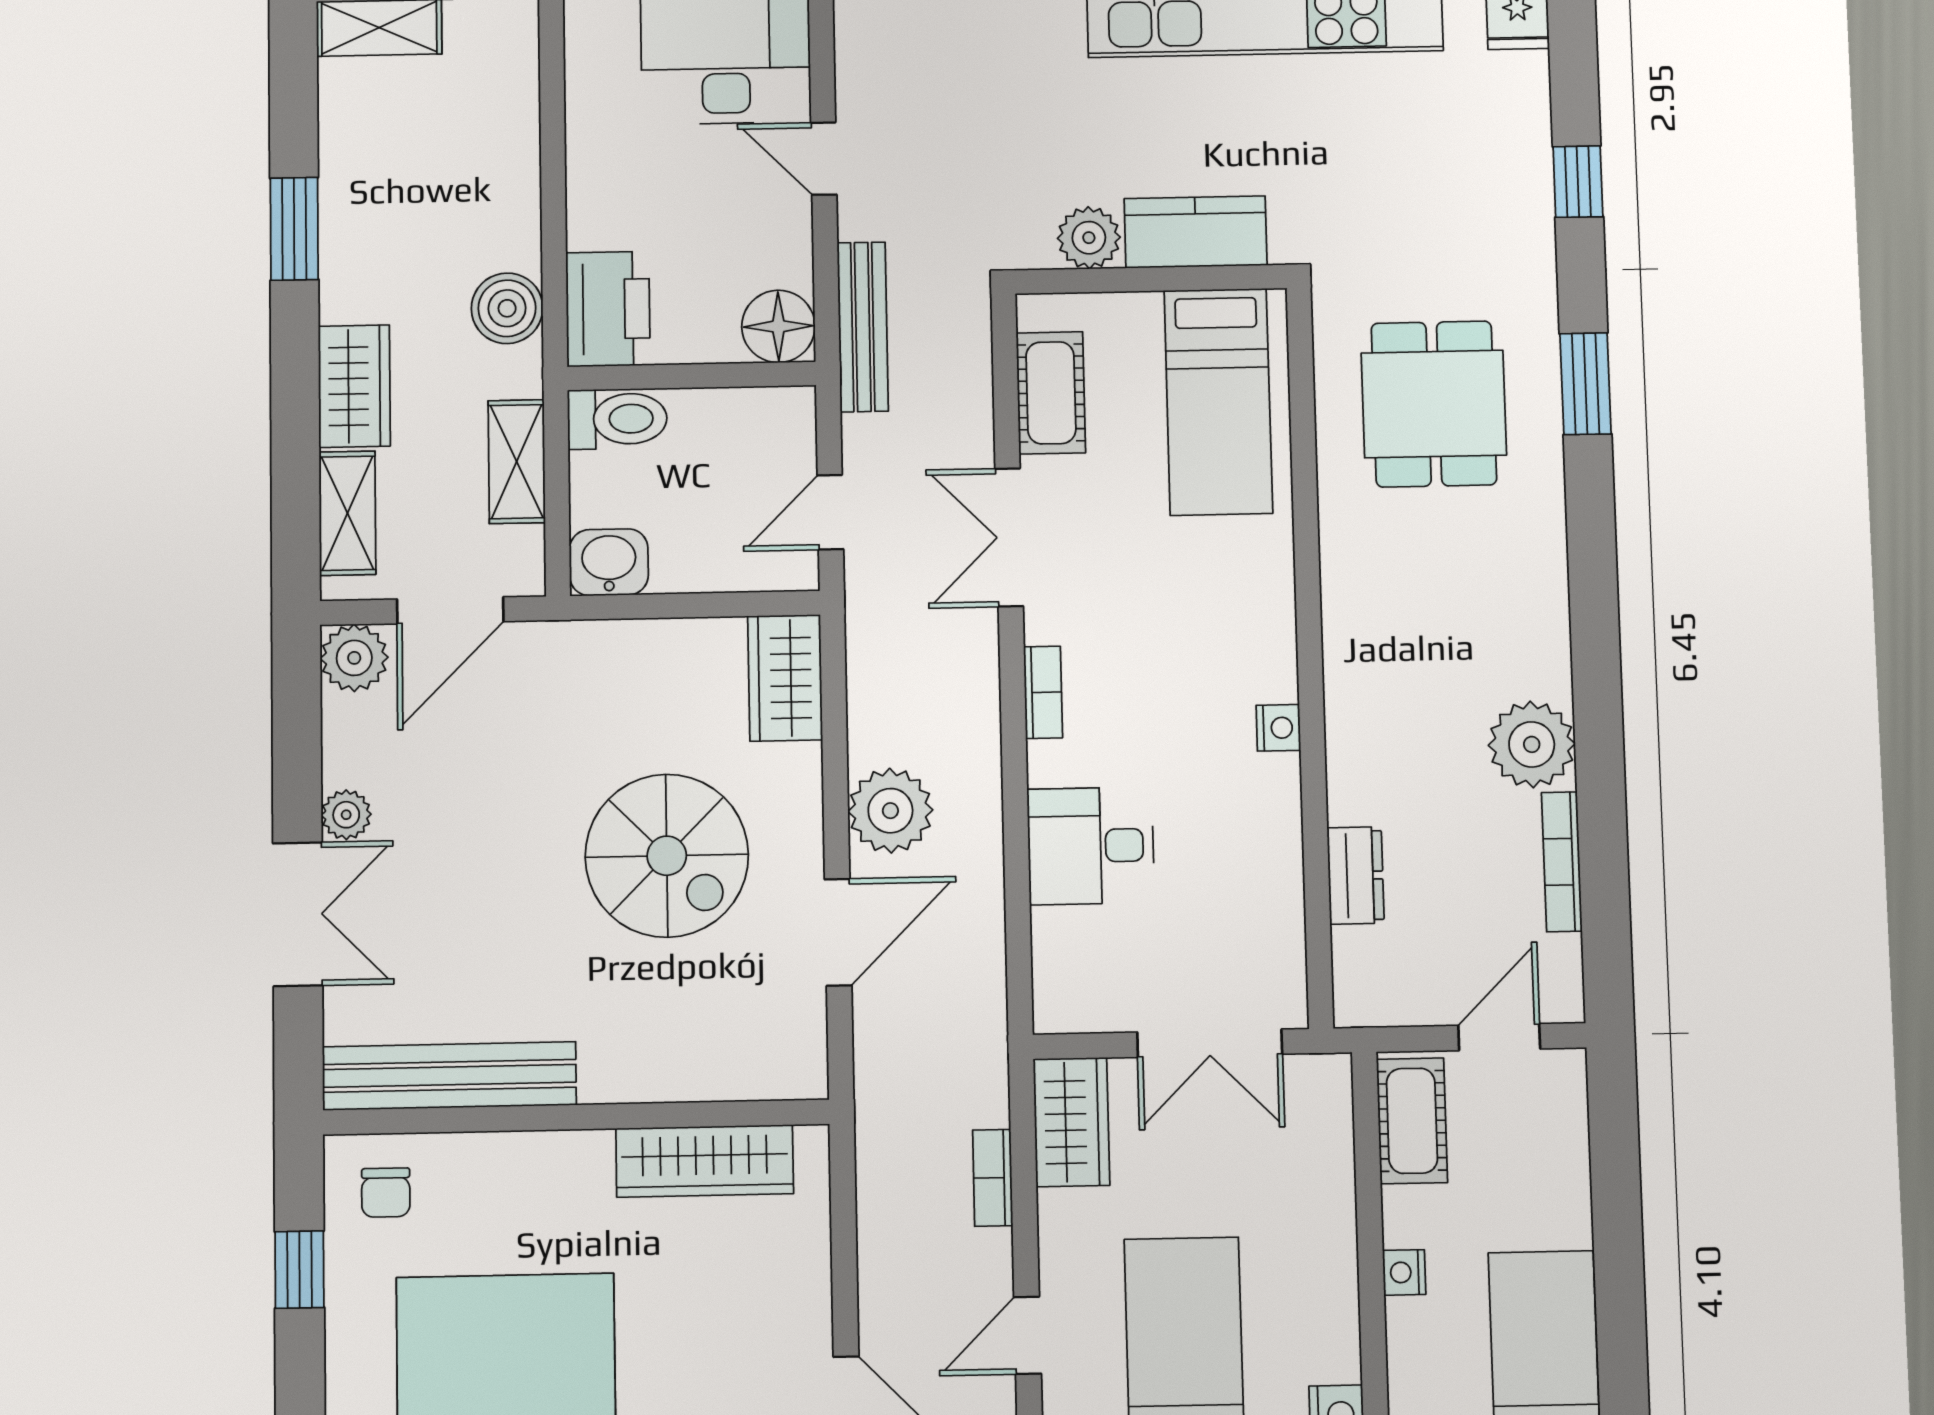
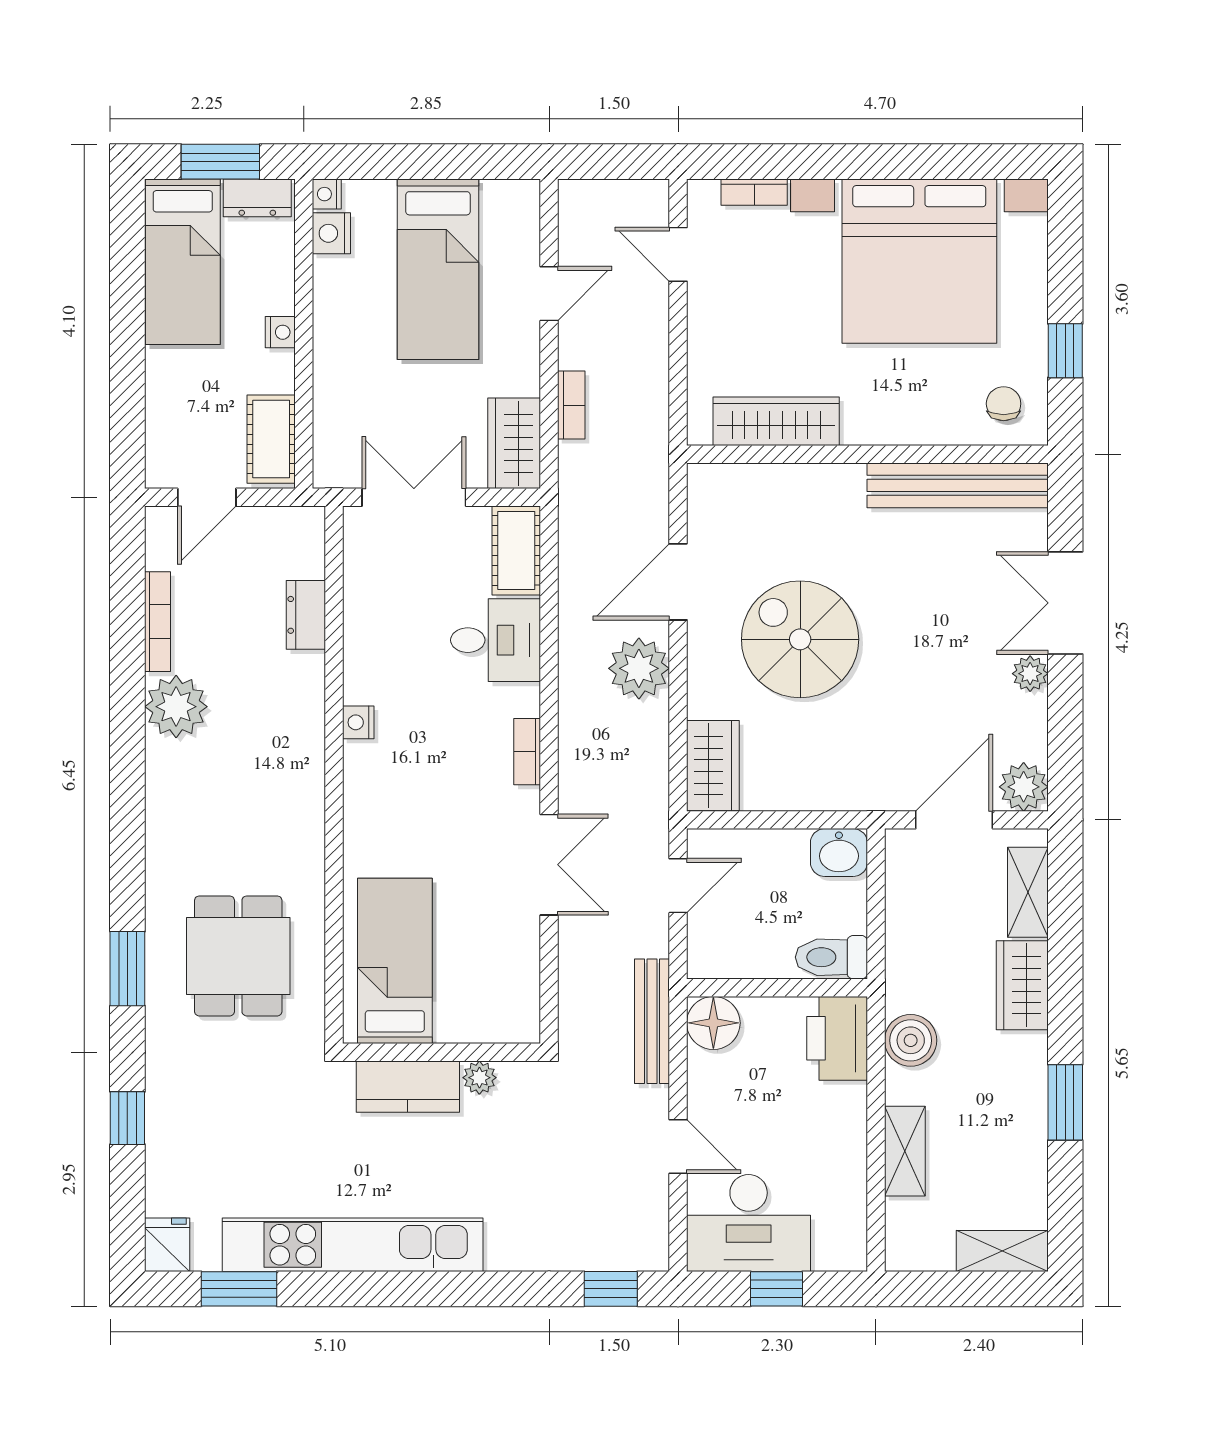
plant: (1089, 238) -> (479, 1078), width x0.73, depth x0.73
cot: (1051, 393) -> (516, 551), moved
shelving: (517, 462) -> (905, 1151), moved

